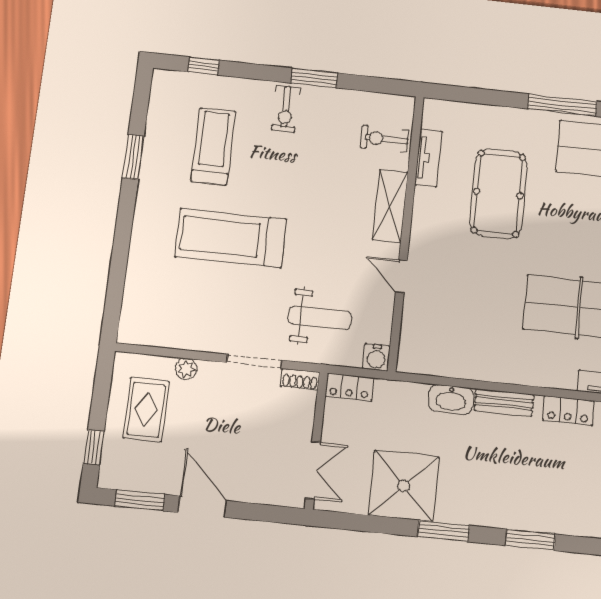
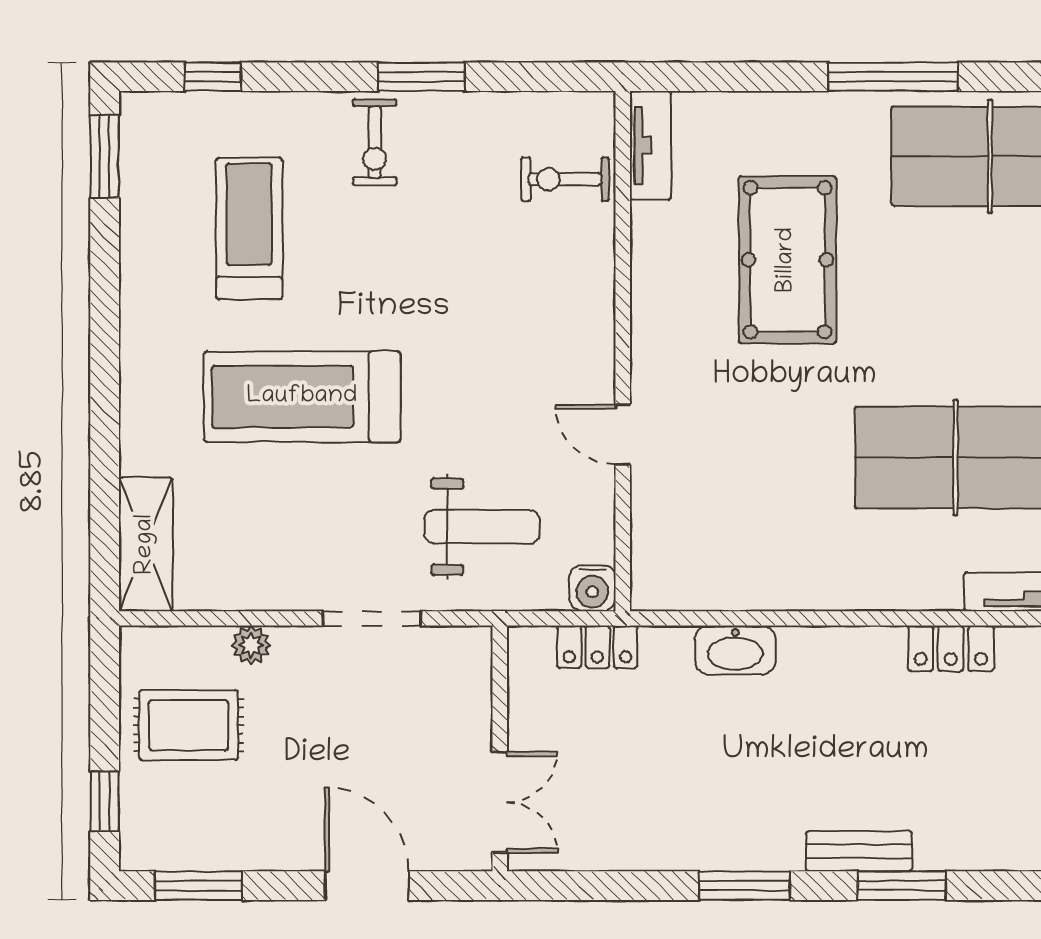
window: (133, 157) -> (105, 156), moved
tv unit: (428, 158) -> (650, 145), moved
shelving: (390, 206) -> (146, 544), moved
shoe rack: (300, 379) -> (458, 642), removed
locker: (349, 387) -> (597, 647), moved
bench: (504, 402) -> (859, 851), moved
rug: (146, 410) -> (189, 725), turned 90
shower: (404, 486) -> (665, 813), removed
door: (202, 507) -> (367, 886), moved

